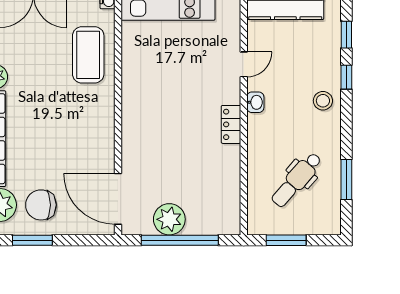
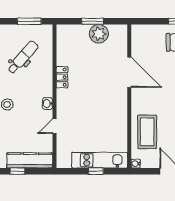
locker: (231, 124) -> (62, 77), moved
door: (118, 199) -> (129, 72), moved
window: (180, 240) -> (93, 21), width x0.47

